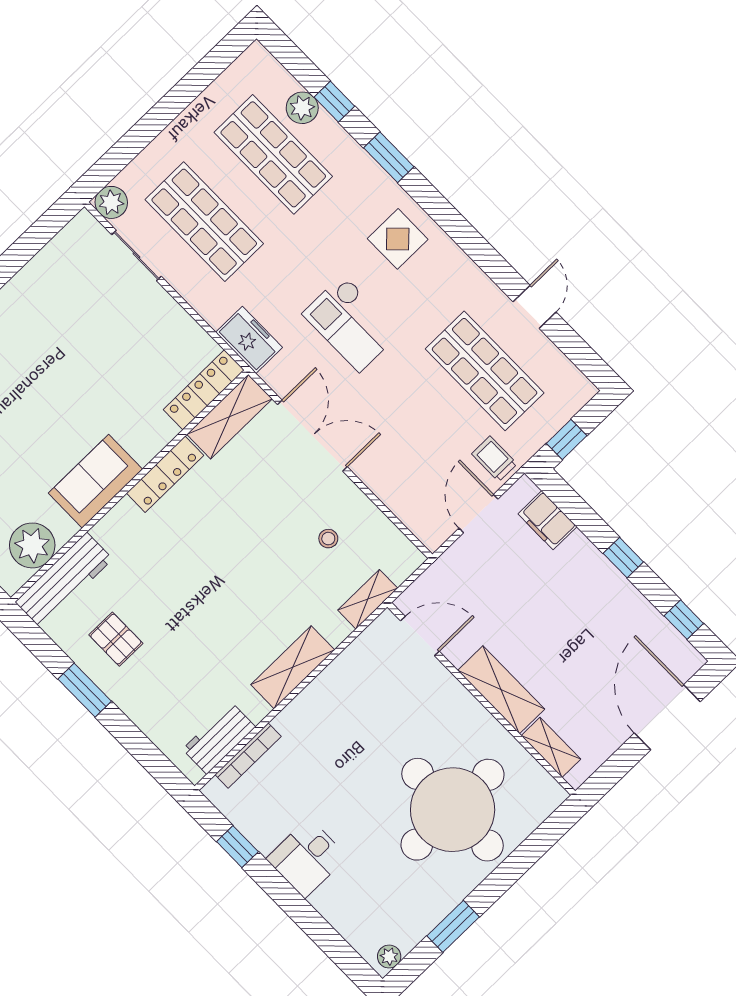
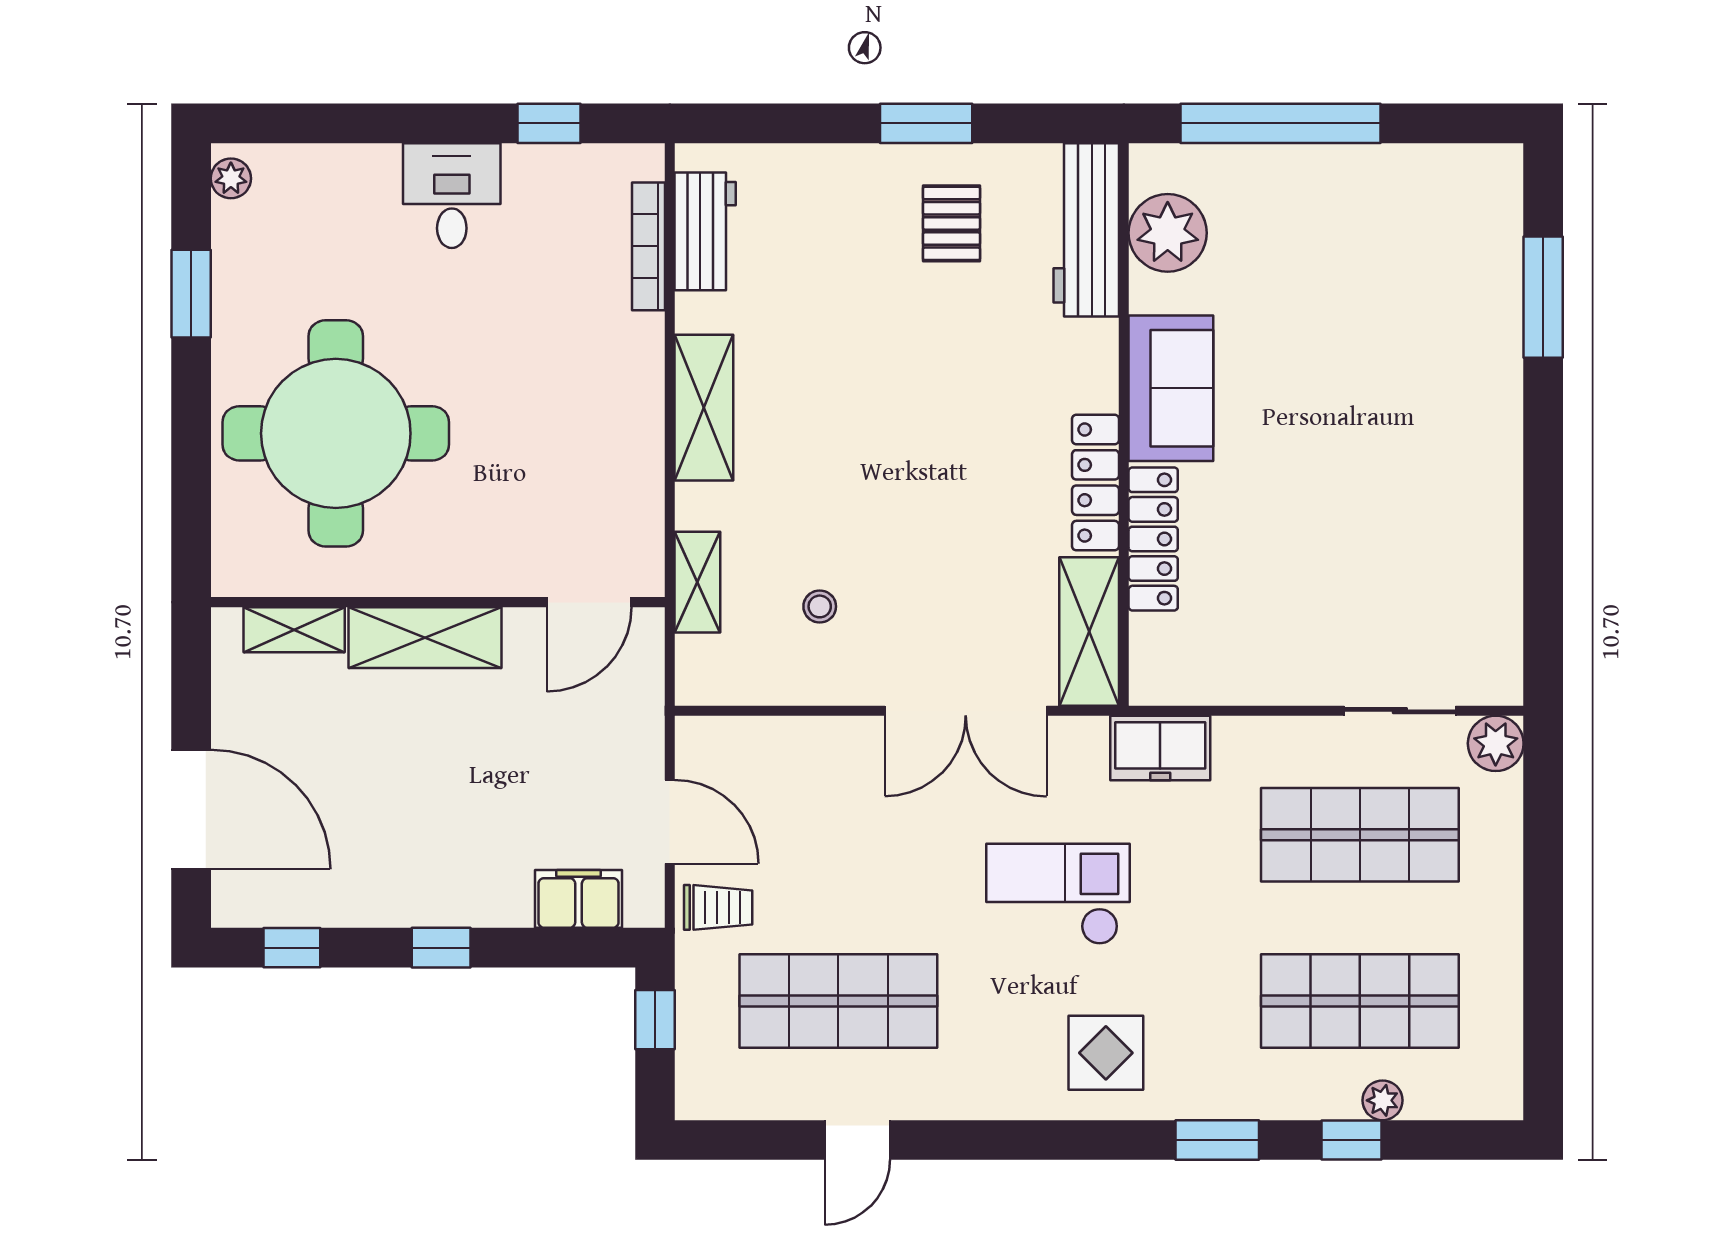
plant: (302, 108) -> (1383, 1100), width x0.73, depth x0.73
door: (535, 307) -> (857, 1140), hinge flipped
locker: (204, 390) -> (1153, 539), moved
pallet: (116, 639) -> (951, 223), turned 90

